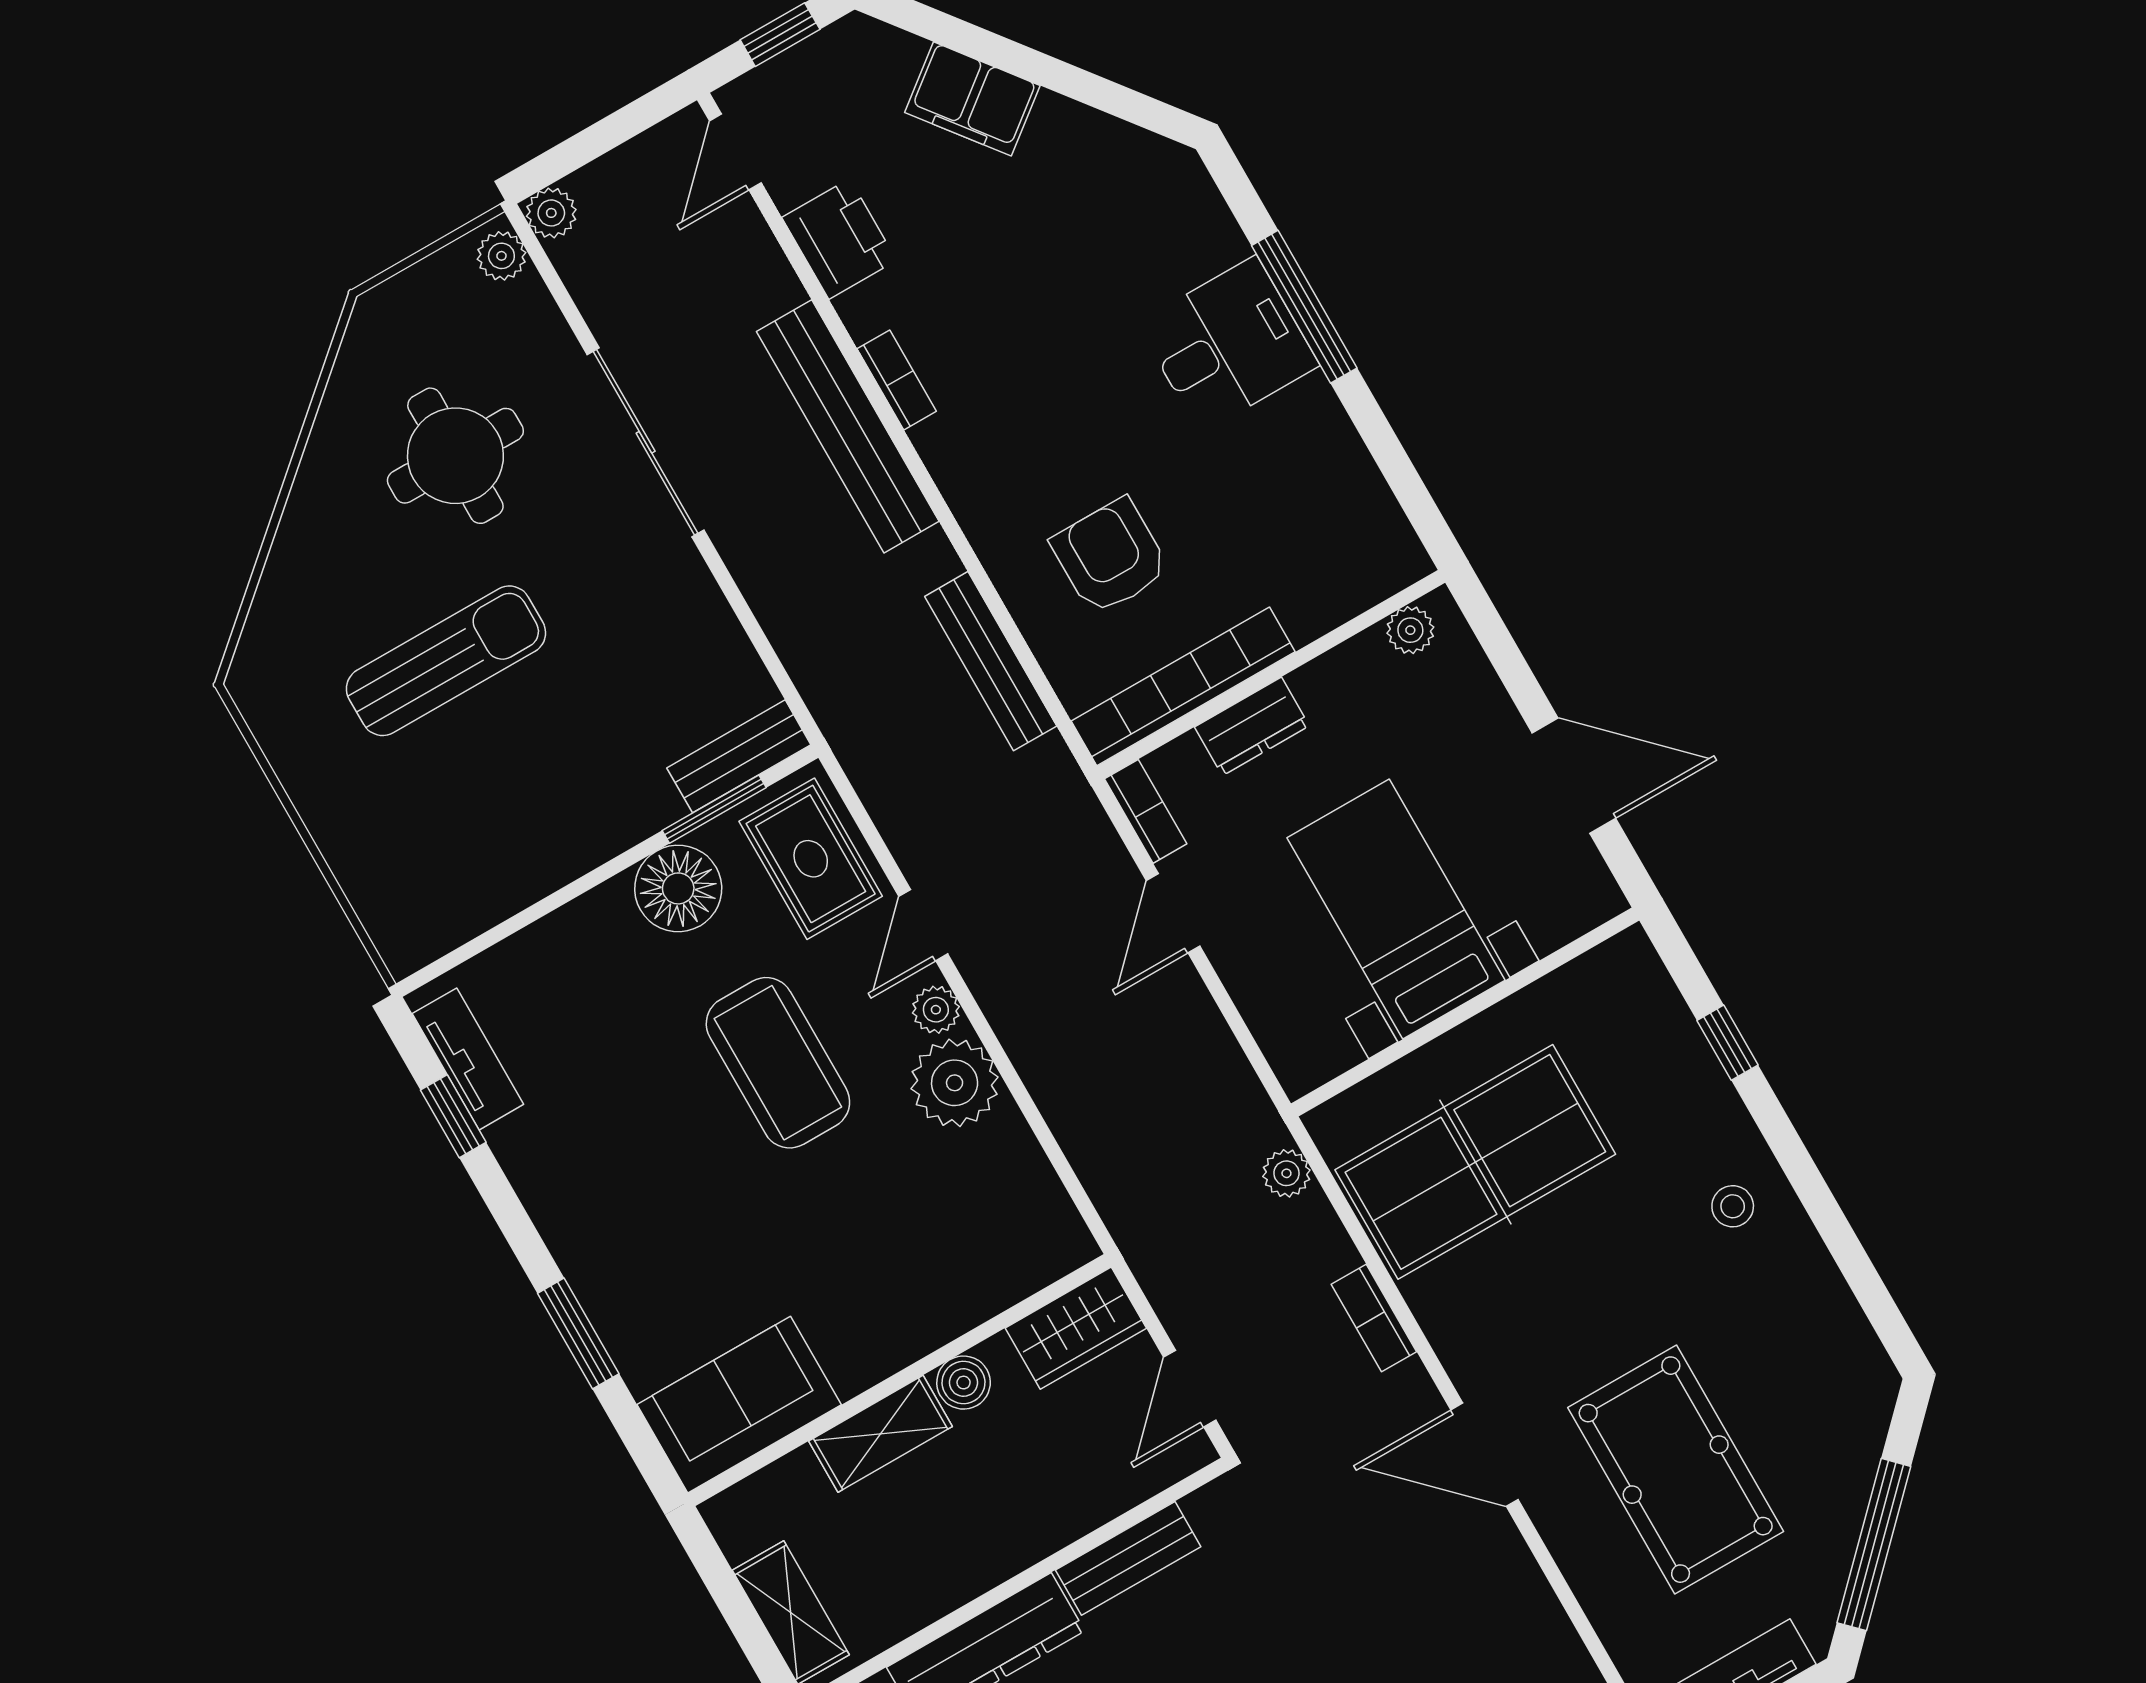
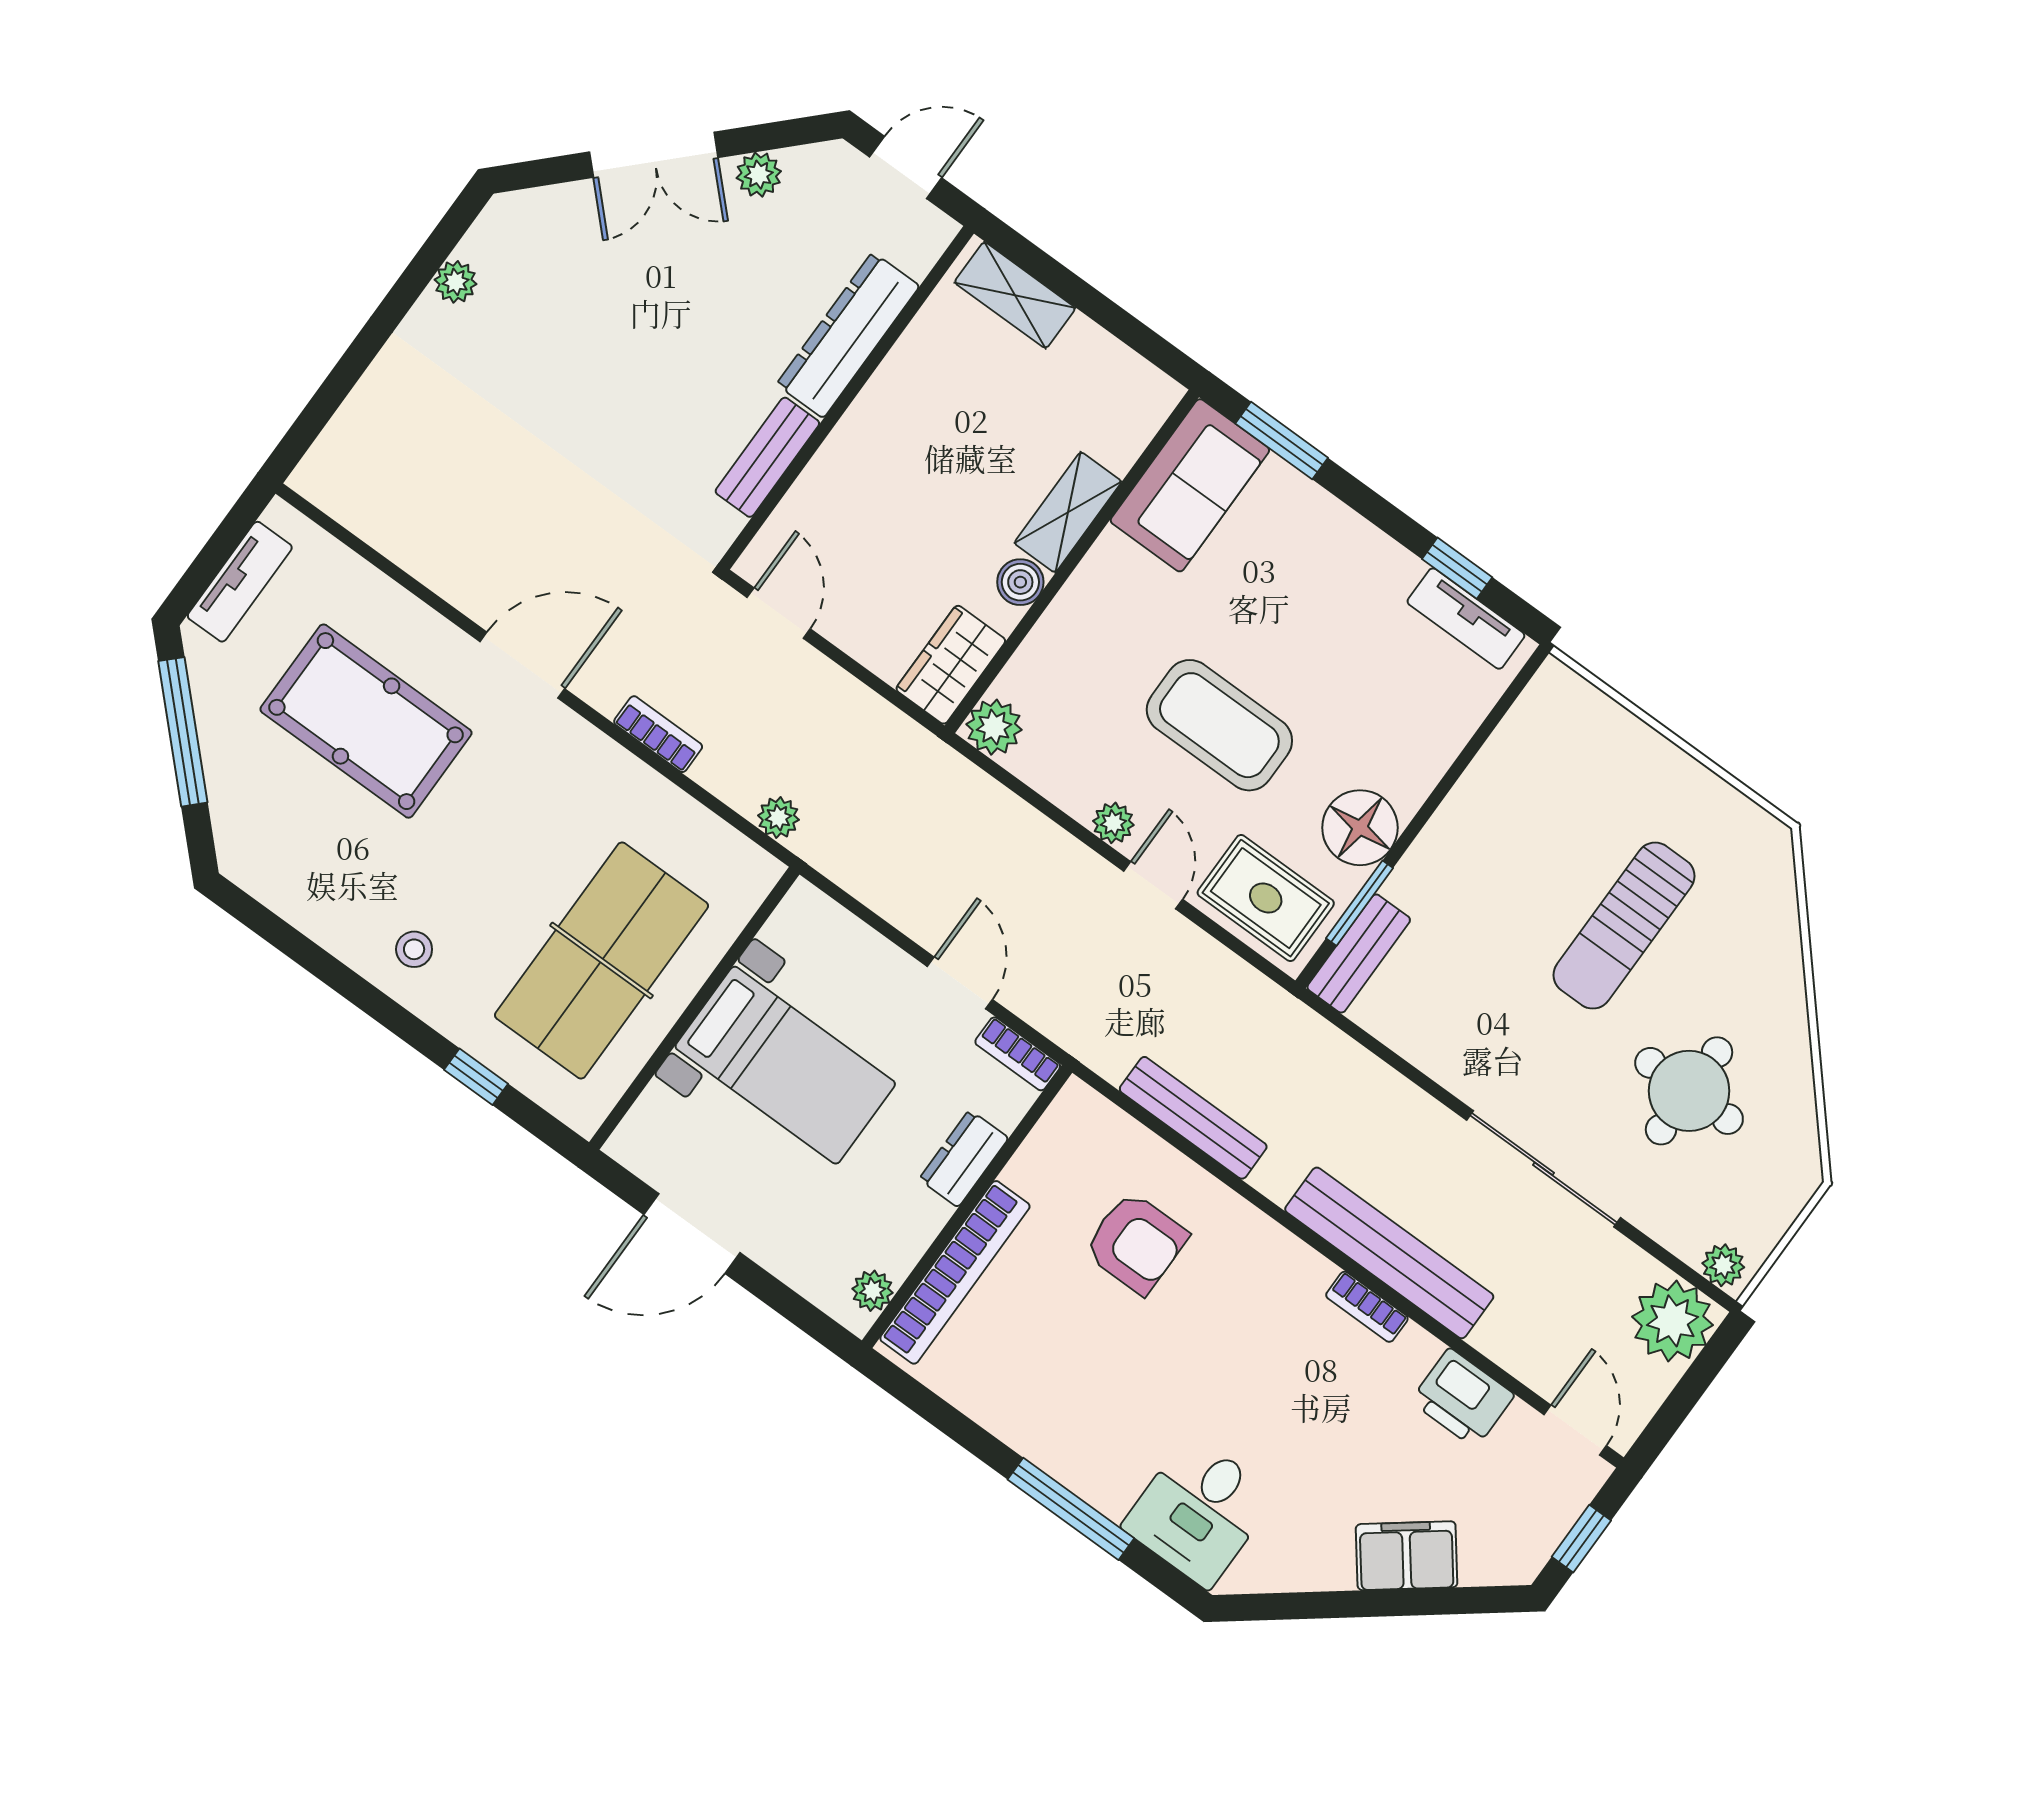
plant: (551, 213) -> (1672, 1321), width x1.88, depth x1.88
desk: (1228, 344) -> (1199, 1511), moved
bookcase: (1183, 686) -> (955, 1272), moved
plant: (955, 1083) -> (994, 727), moved, width x0.73, depth x0.73
table tennis table: (1475, 1162) -> (602, 960), moved
wardrobe: (1076, 1328) -> (951, 665), moved
wall: (900, 1380) -> (1072, 561), moved
boiler: (964, 1383) -> (1020, 582), moved
sofa: (739, 1405) -> (1190, 485), moved
shelving: (880, 1434) -> (1068, 512), moved

